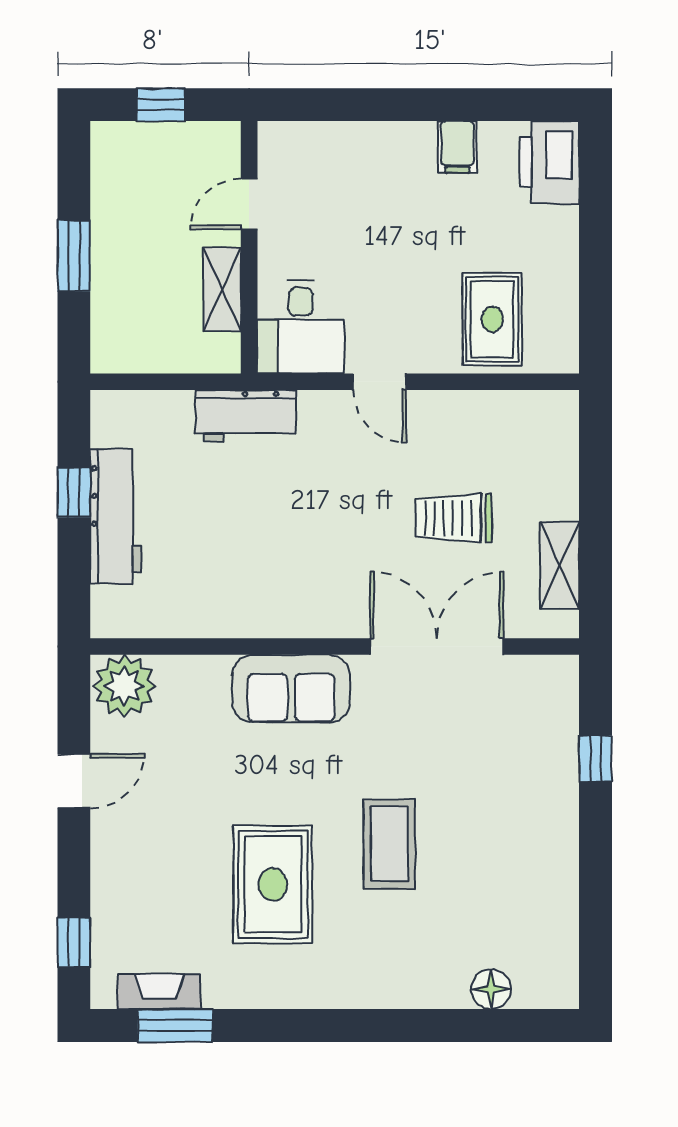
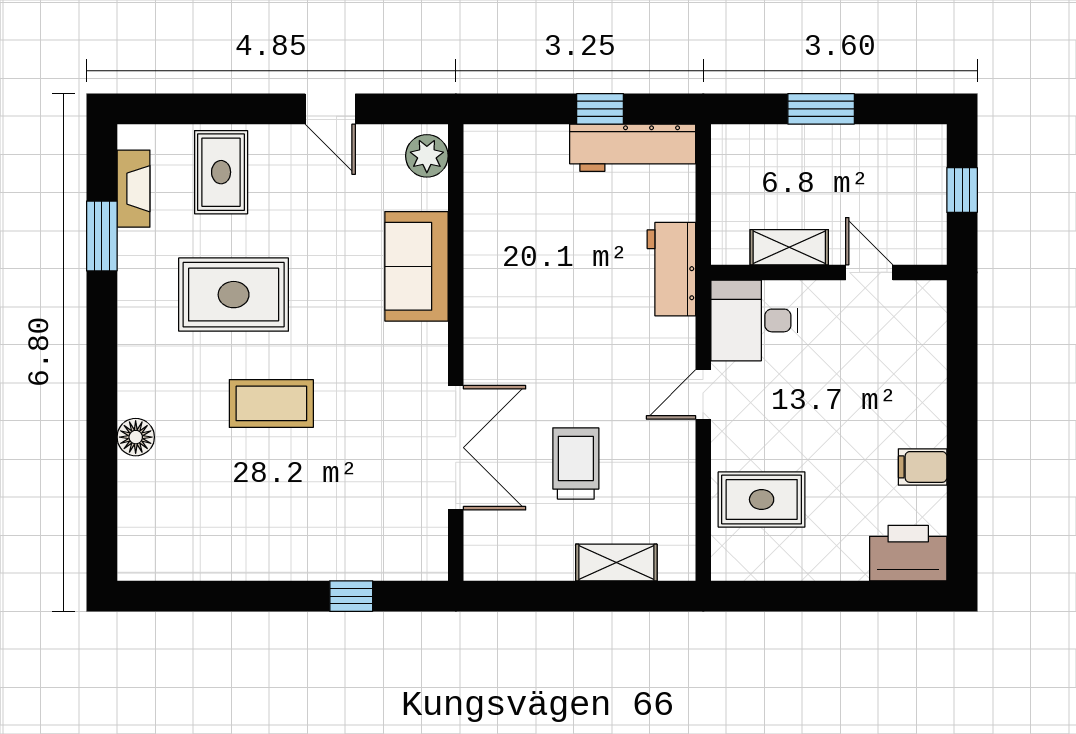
workbench: (116, 516) -> (633, 148), moved
shelving: (560, 565) -> (616, 563), moved
plant: (124, 686) -> (427, 156), width x0.73, depth x0.73
sofa: (291, 689) -> (417, 266), moved
rug: (142, 898) -> (221, 172), added
window: (74, 942) -> (179, 109), removed
floor lamp: (491, 989) -> (136, 437), moved
window: (175, 1026) -> (102, 236), moved

